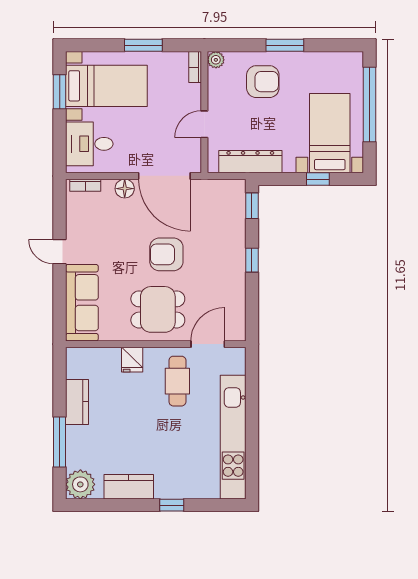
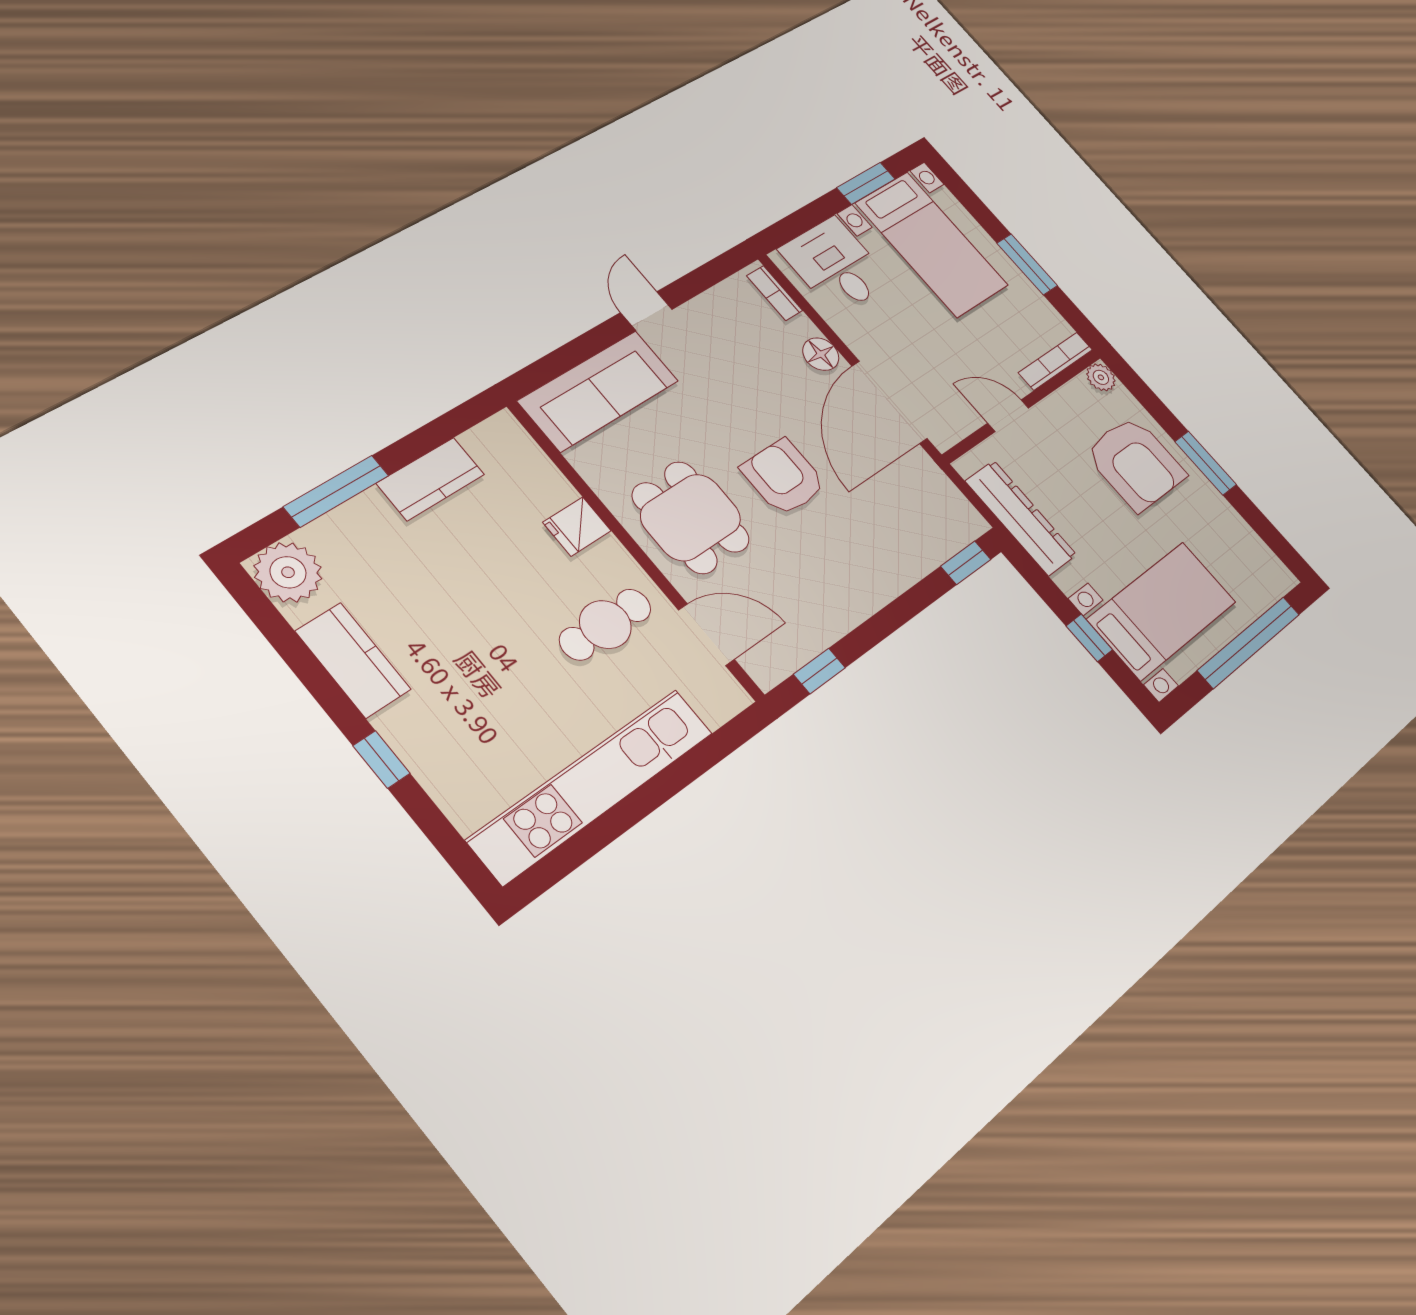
bookcase: (195, 67) -> (1056, 361), width x1.56
armchair: (263, 82) -> (1135, 463), width x1.36, depth x1.36
window: (252, 260) -> (819, 671), moved

